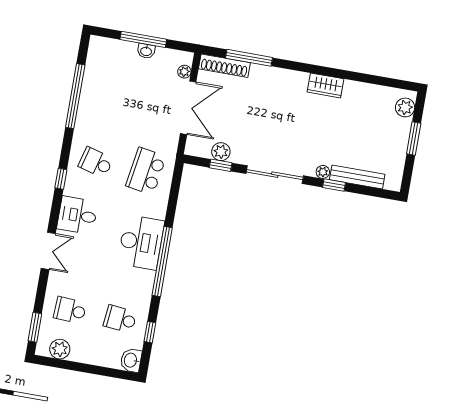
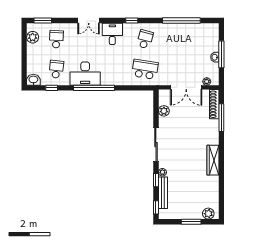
wardrobe: (325, 85) -> (213, 160), width x1.50
window: (221, 165) -> (156, 207), moved
desk: (141, 242) -> (85, 74), moved

